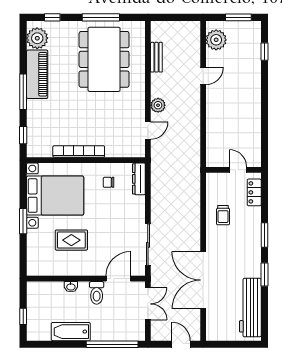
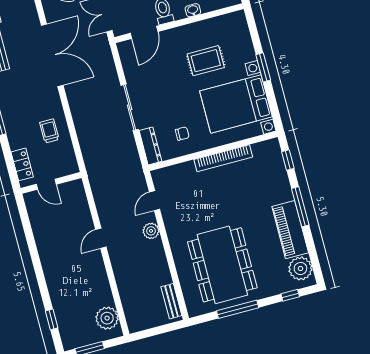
bench: (156, 57) -> (171, 301), moved
door: (203, 76) -> (101, 238), moved
sliding door: (148, 245) -> (130, 107), moved

